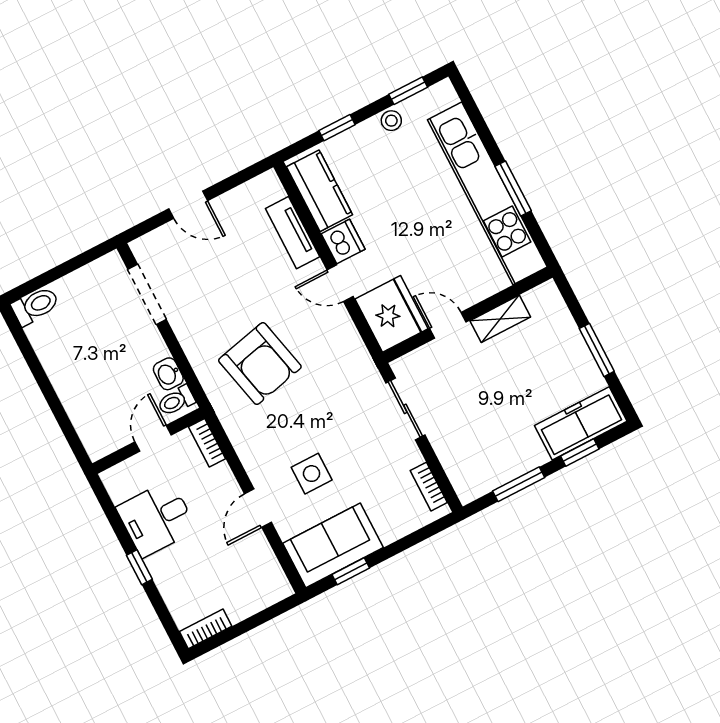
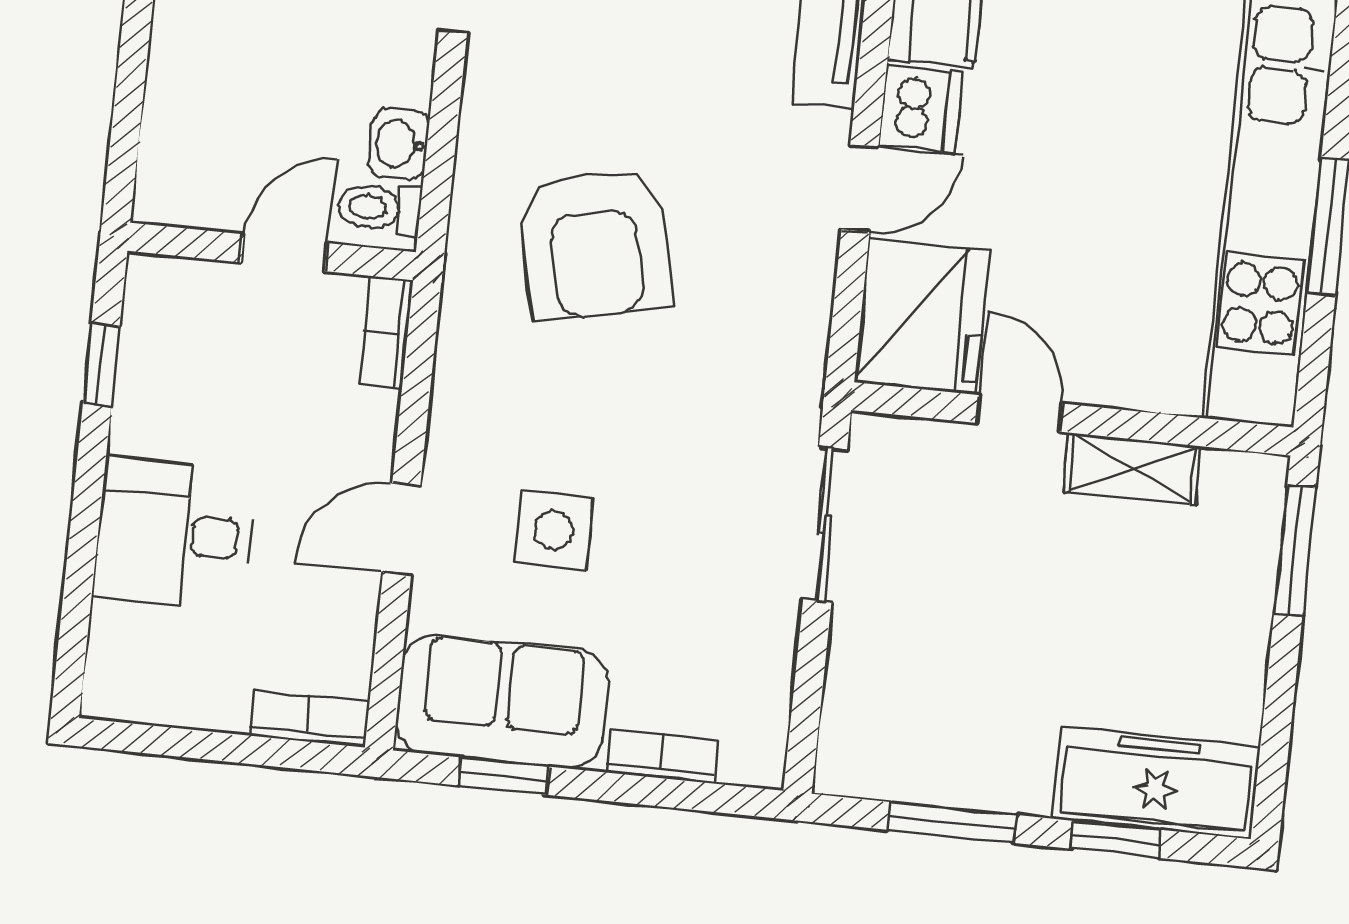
door: (340, 283) -> (860, 189), swing flipped
window: (597, 350) -> (1295, 551), moved
bookcase: (429, 487) -> (662, 756), moved, turned 90
desk: (156, 519) -> (174, 534), moved
window: (139, 567) -> (101, 365), moved
bookcase: (206, 629) -> (309, 718), moved

